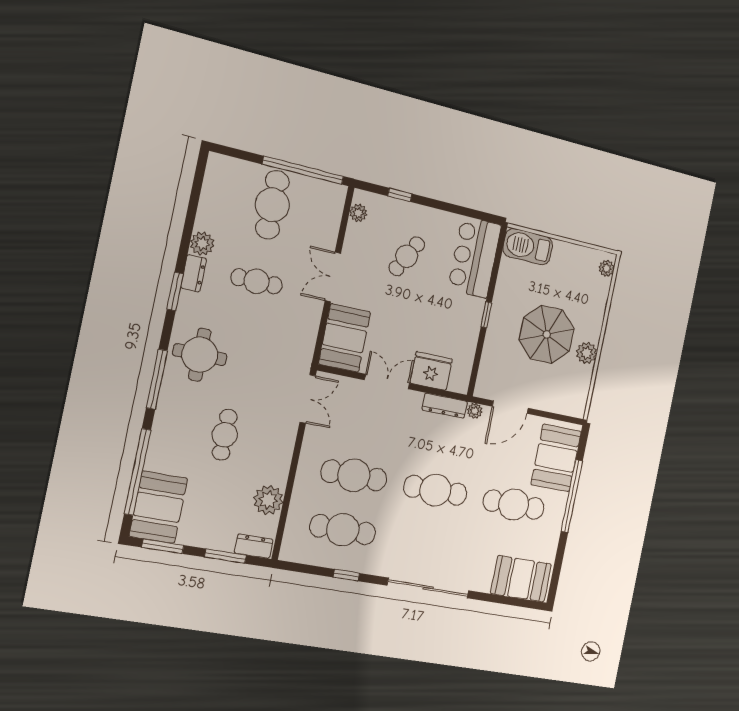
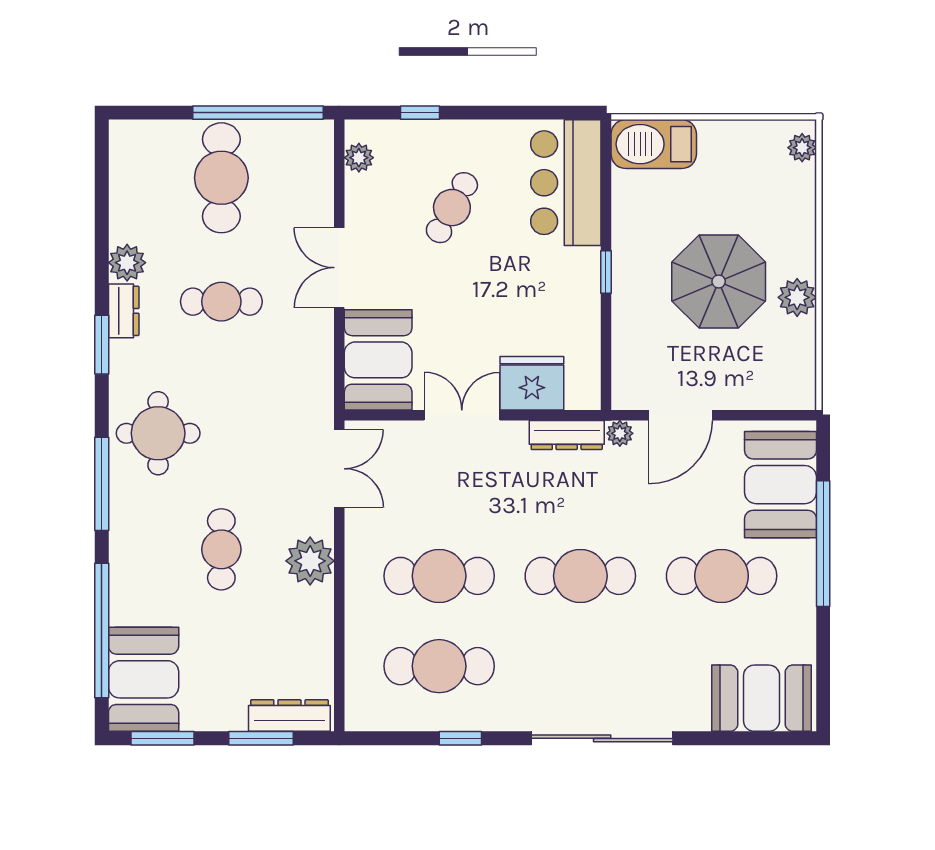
plant: (268, 500) -> (310, 561), moved
dresser: (254, 546) -> (289, 716), width x1.44

